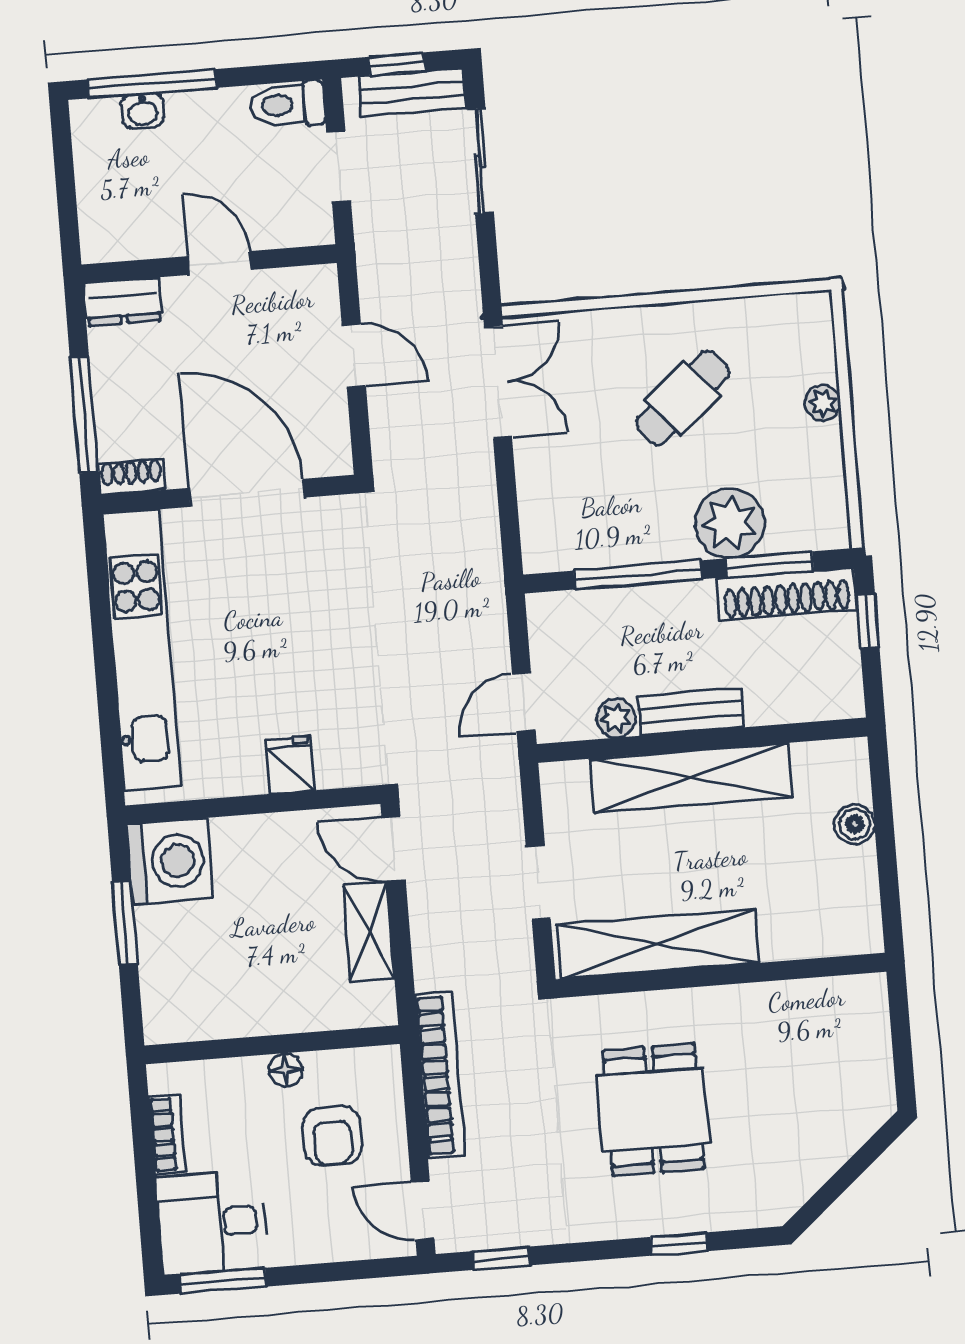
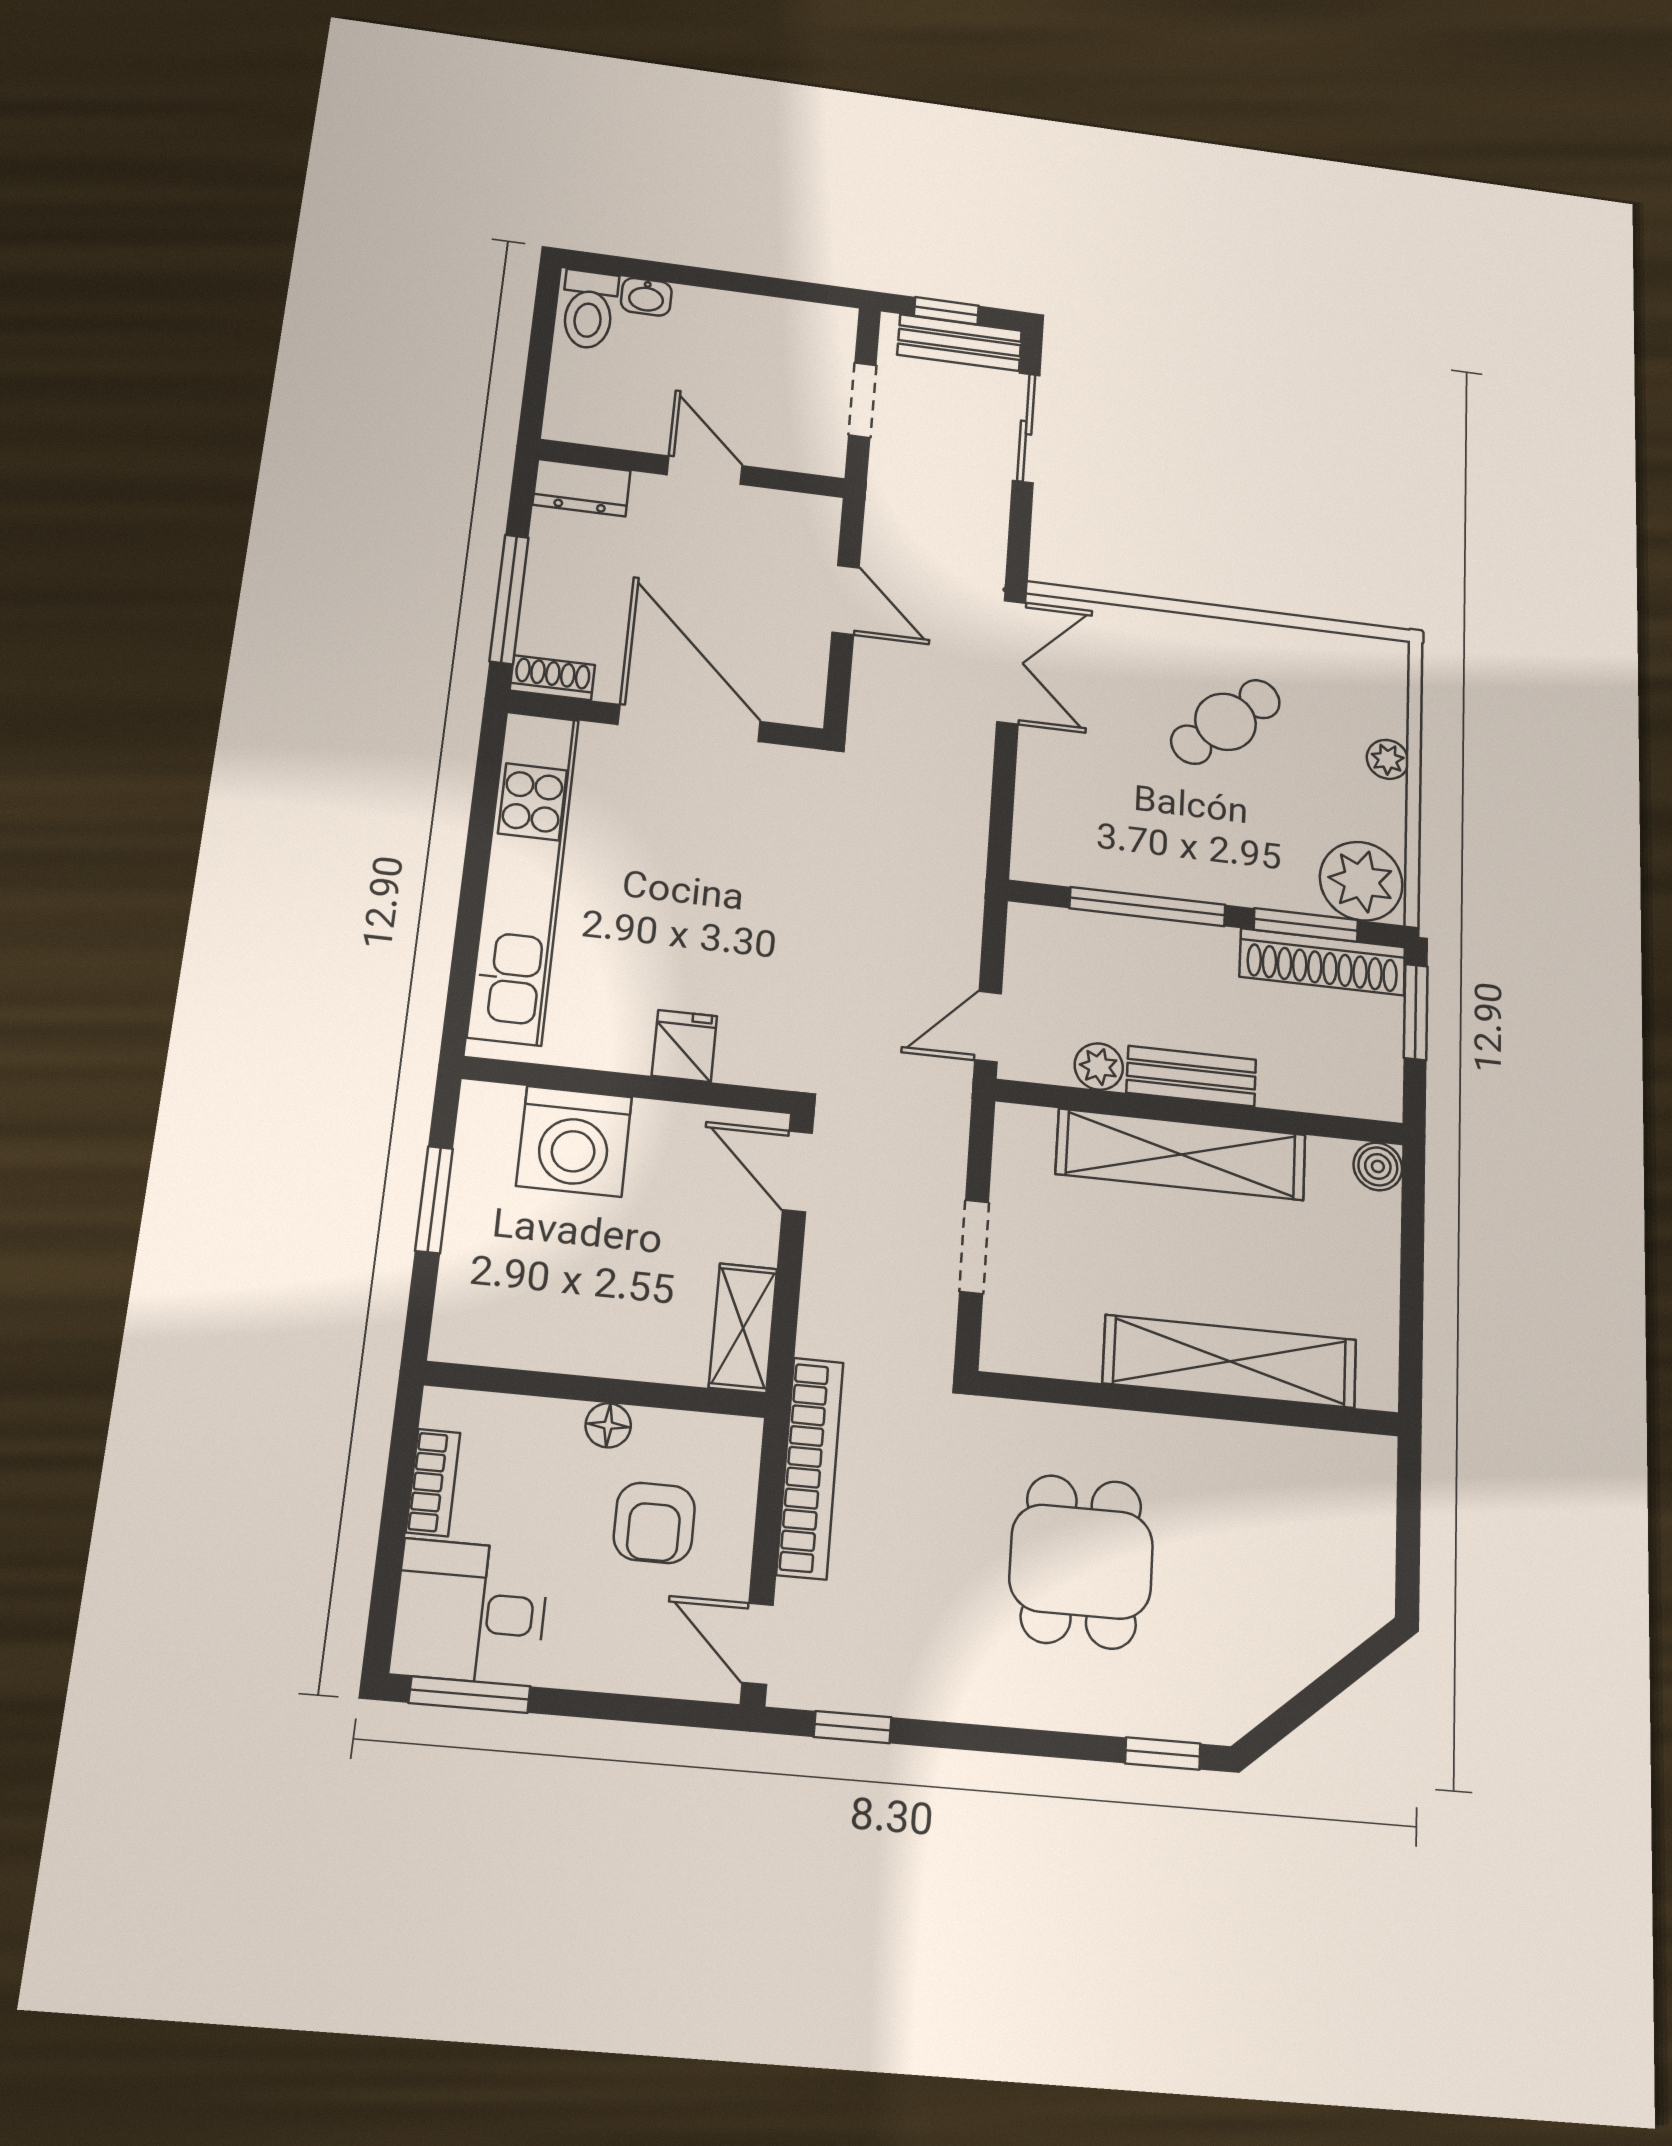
window: (152, 84) -> (663, 272), removed
toilet: (287, 105) -> (589, 310), moved, turned -90
plant: (730, 523) -> (1361, 881), moved
window: (868, 621) -> (1416, 1012), width x1.50
boiler: (855, 824) -> (1378, 1166), moved
washing machine: (170, 861) -> (574, 1141), moved, turned 90
shelving: (369, 932) -> (743, 1328), moved
shelving: (658, 944) -> (1230, 1361), moved
window: (679, 1244) -> (1163, 1753), moved

